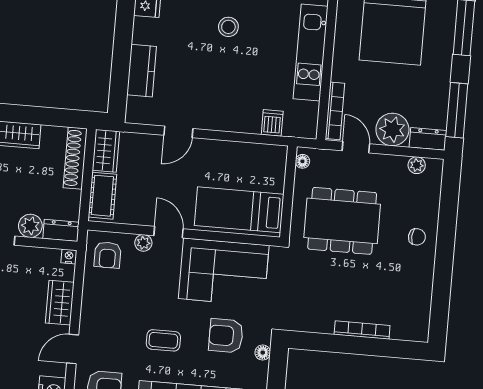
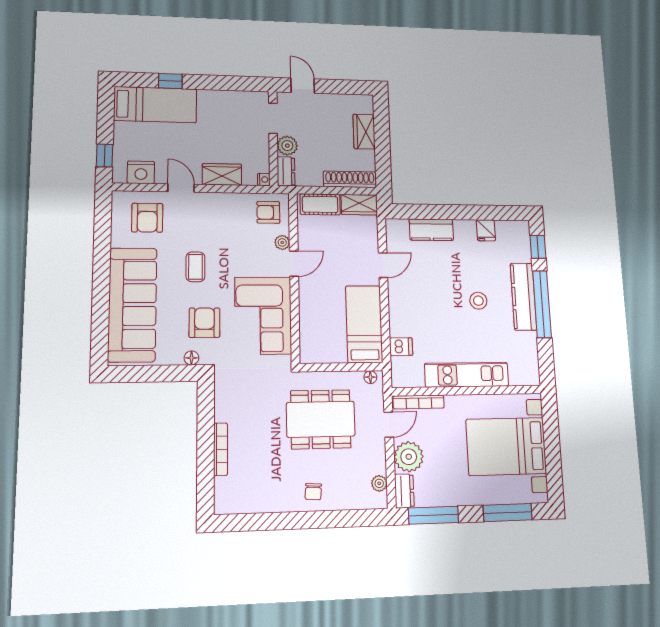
door: (178, 132) -> (383, 265), swing flipped
bed: (239, 210) -> (364, 324), moved
dining table: (342, 221) -> (321, 419), turned 90

